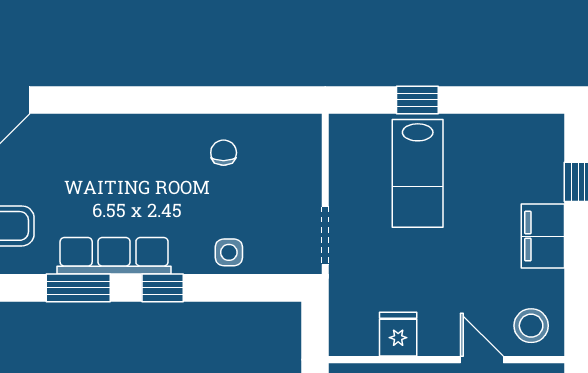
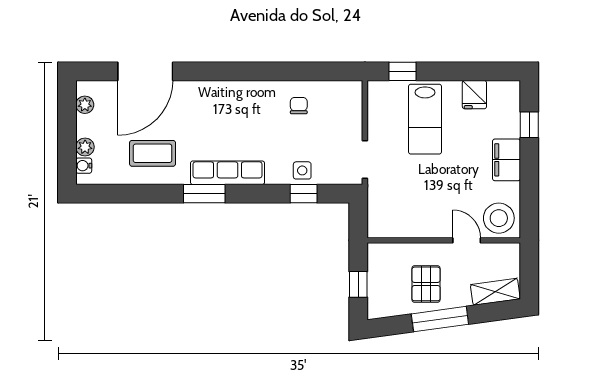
window: (417, 100) -> (402, 71), moved
window: (163, 288) -> (304, 194), moved
stool: (531, 326) -> (499, 218), width x1.38, depth x1.38
fridge: (398, 334) -> (474, 95), moved, turned 180

